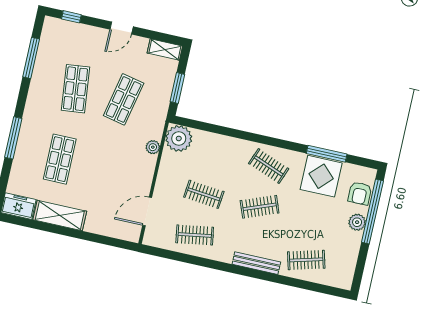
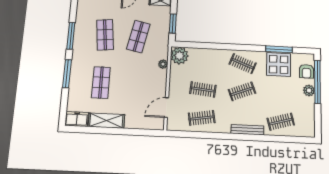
window: (31, 58) -> (71, 36), moved

